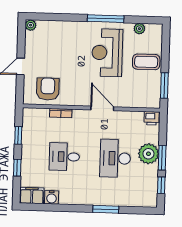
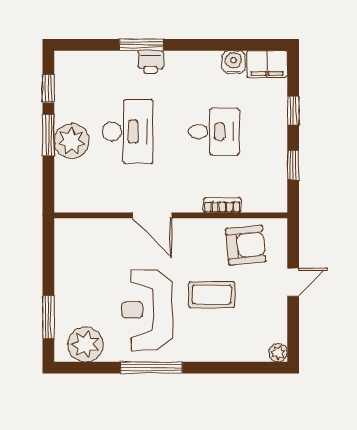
plant: (139, 29) -> (85, 344), width x1.87, depth x1.87
reception desk: (107, 53) -> (147, 310), turned 180
coffee table: (146, 62) -> (212, 295), moved
window: (164, 86) -> (48, 317), moved
armchair: (48, 89) -> (246, 245), turned -96
printer: (152, 118) -> (151, 62), moved, turned 180

